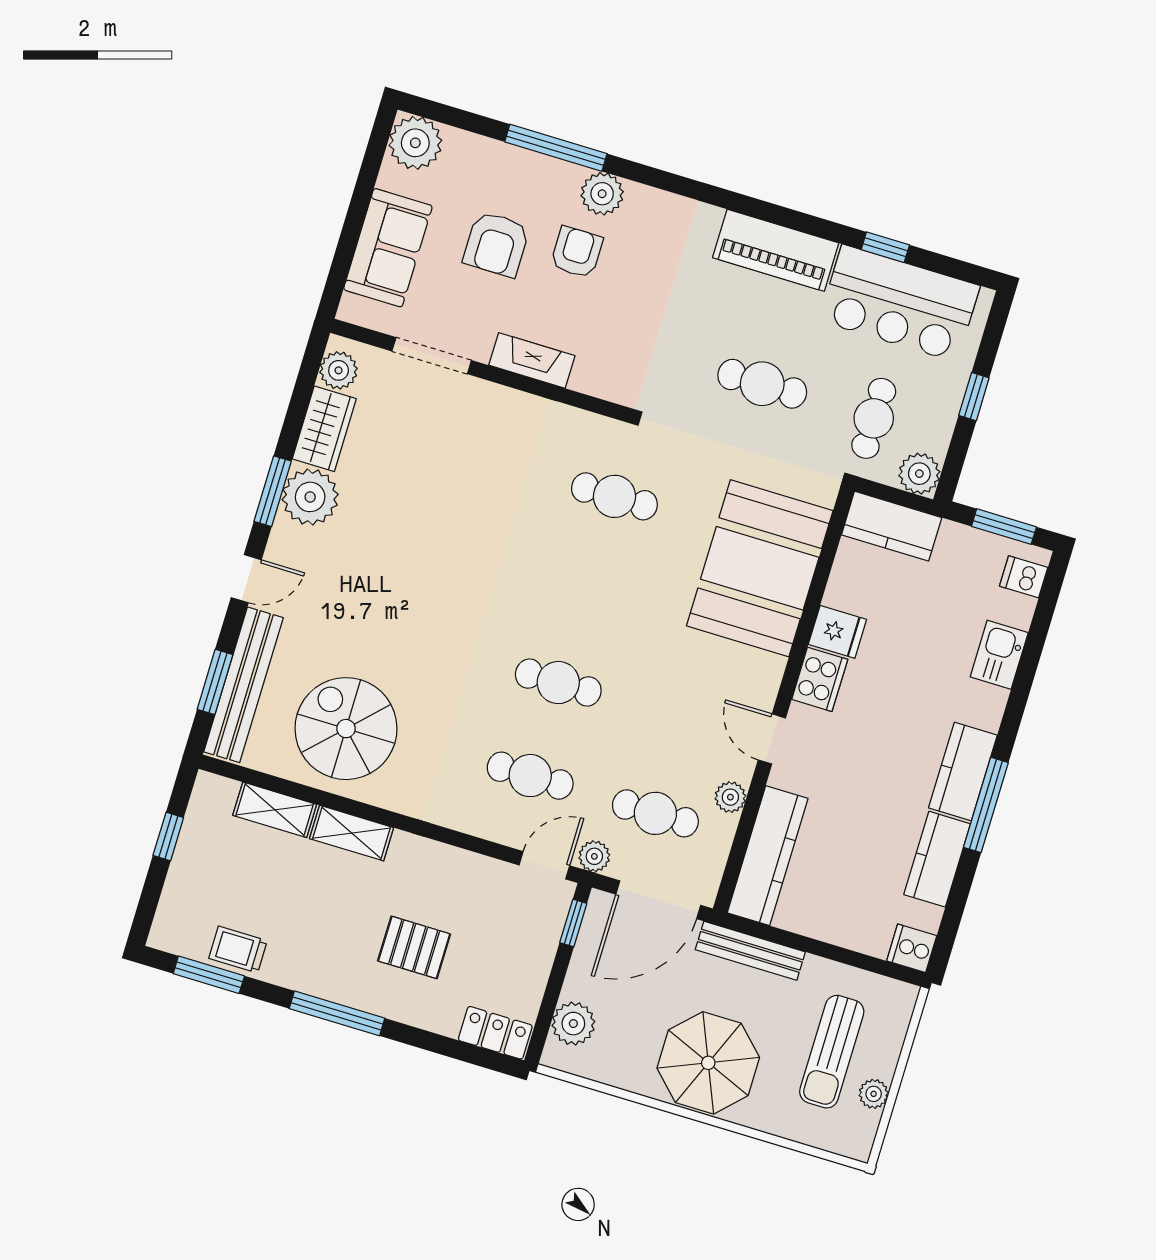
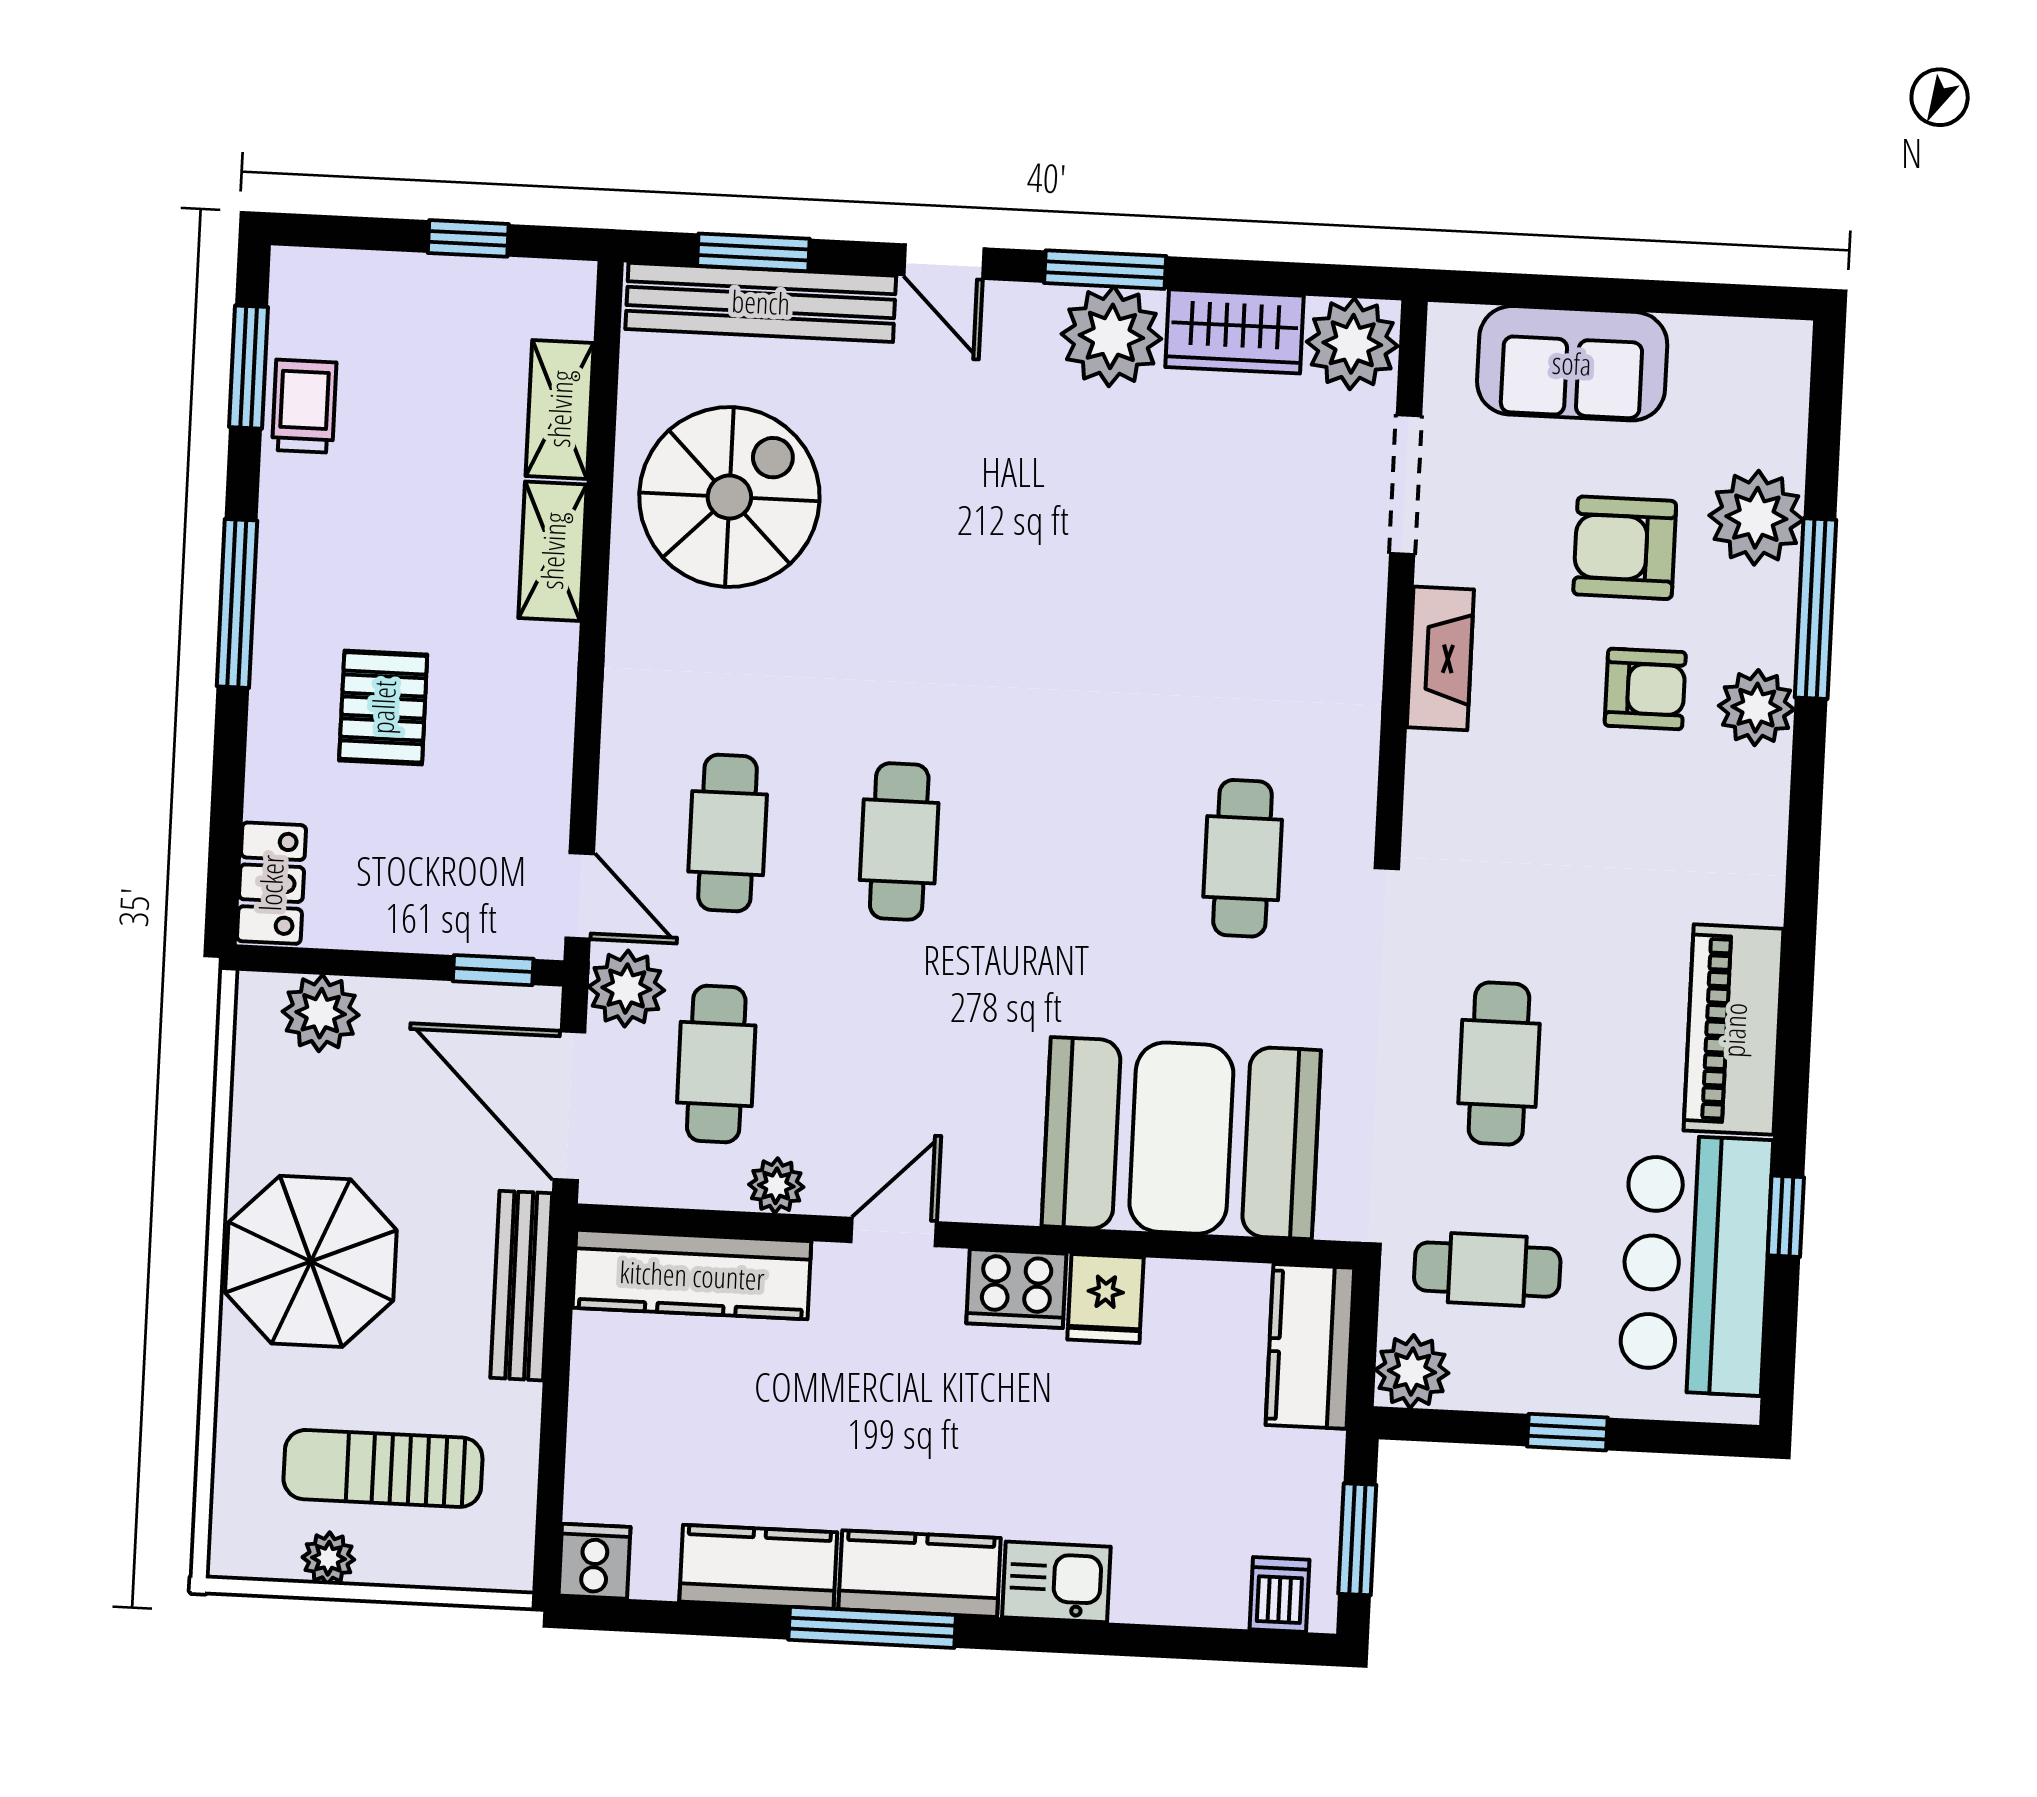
plant: (415, 143) -> (1756, 518), moved
plant: (339, 370) -> (1352, 344), width x1.36, depth x1.36
kitchen sink: (999, 655) -> (1056, 1582), moved
plant: (594, 856) -> (626, 988), width x1.38, depth x1.38

